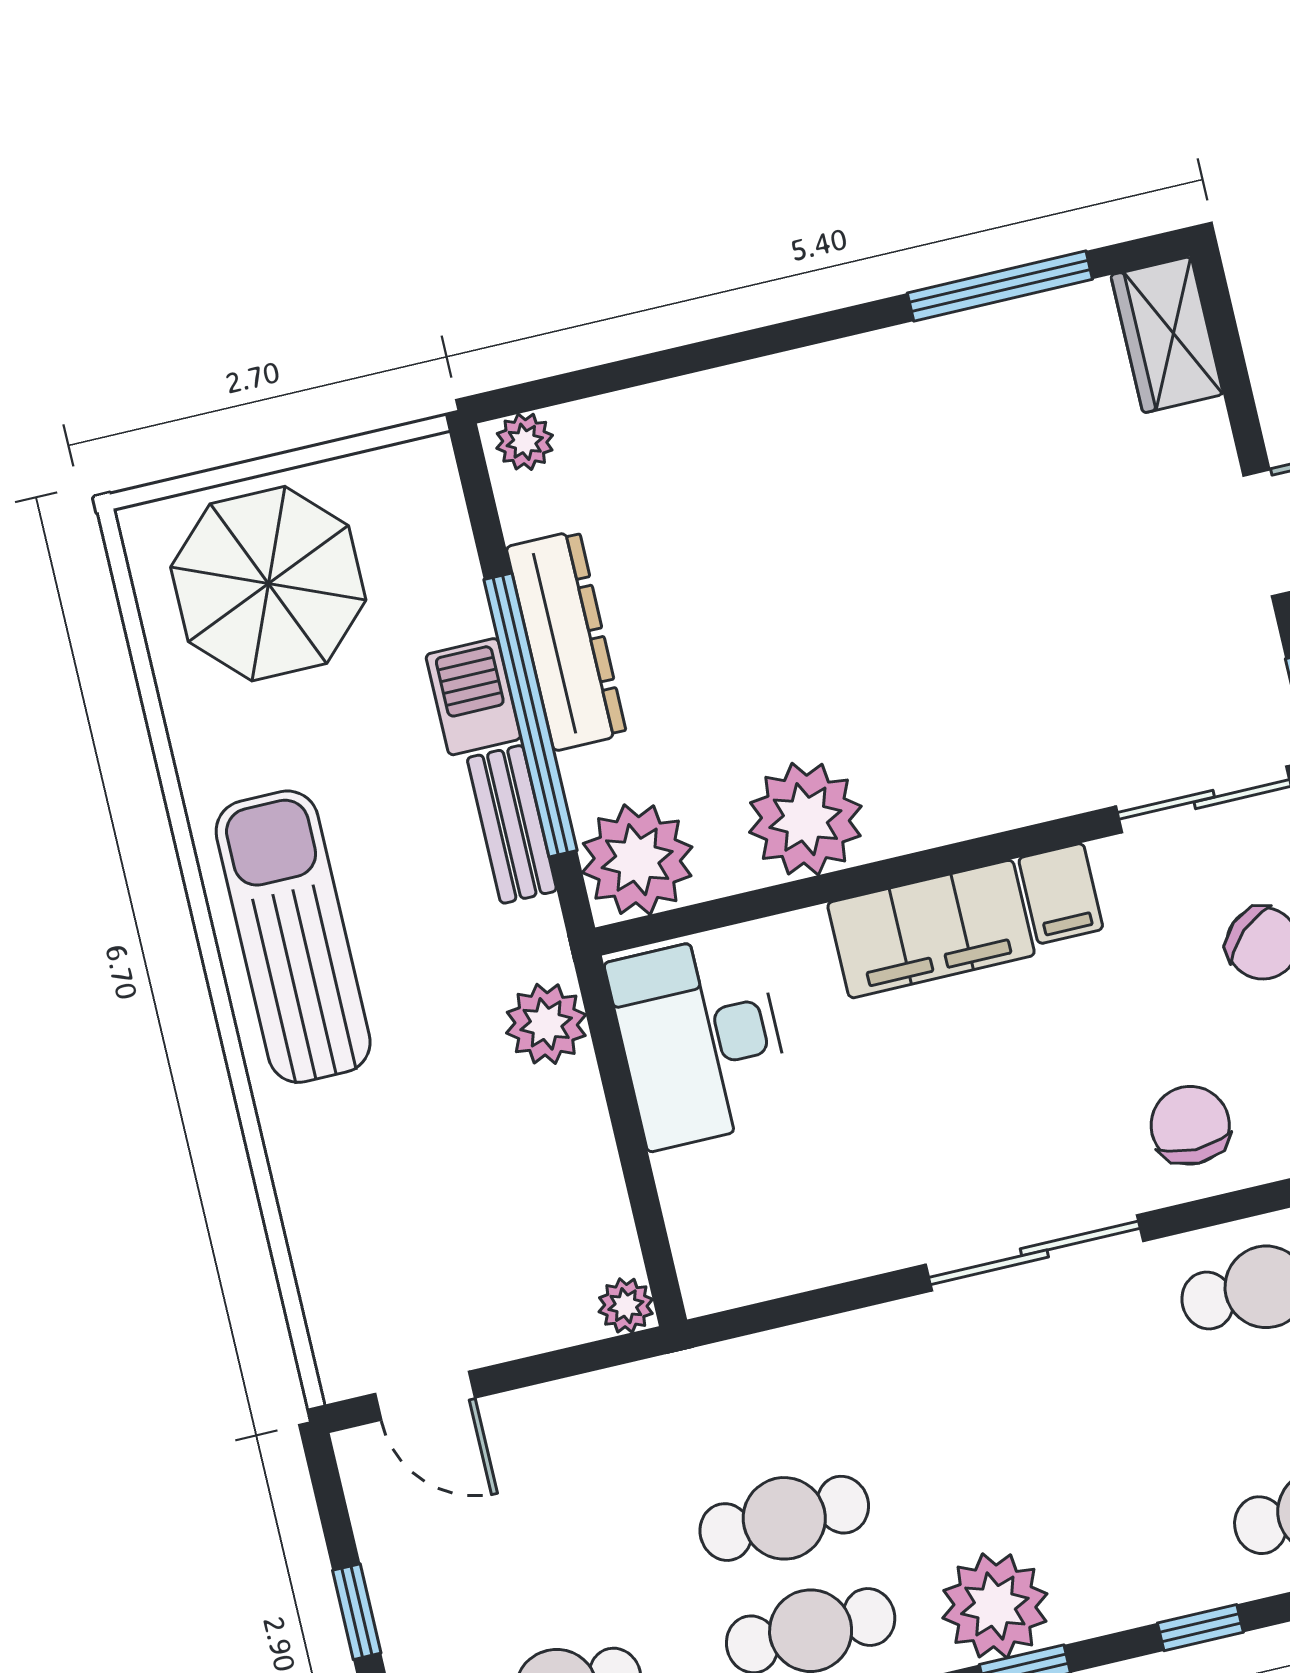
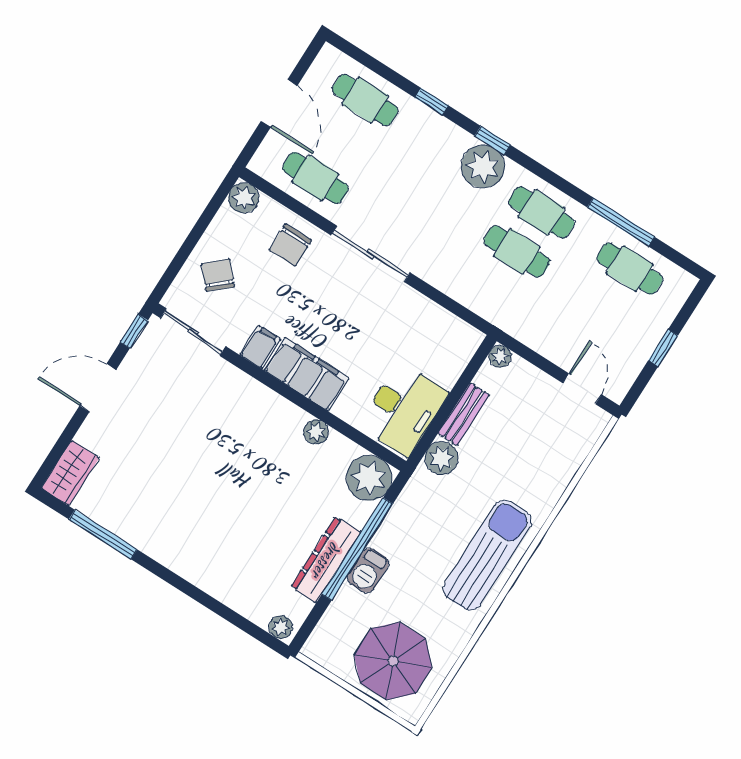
plant: (805, 819) -> (316, 432), width x0.53, depth x0.53
bench: (512, 824) -> (464, 414), moved
sun lounger: (293, 937) -> (487, 555), turned 180

